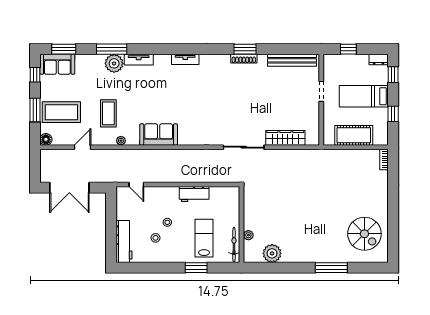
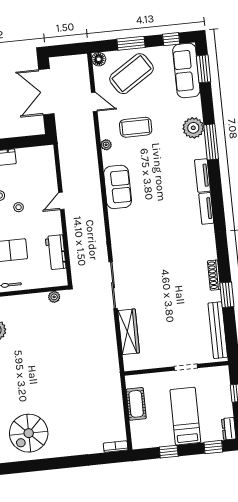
window: (112, 49) -> (211, 142), moved
window: (245, 49) -> (227, 295), moved
tv unit: (139, 60) -> (202, 175), moved
sofa: (57, 64) -> (186, 70), width x1.36
coffee table: (61, 112) -> (131, 74), turned 57
cot: (354, 135) -> (136, 404), width x0.73, depth x0.75
door: (136, 185) -> (61, 201), moved
workbench: (194, 194) -> (56, 252), moved
plant: (248, 235) -> (54, 297), moved

